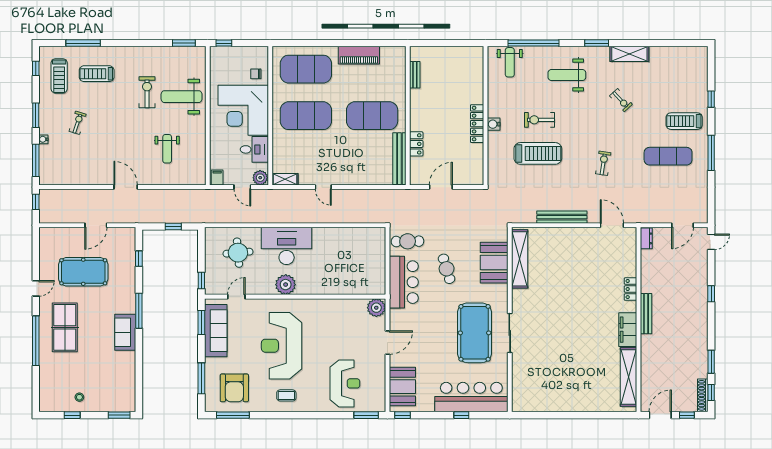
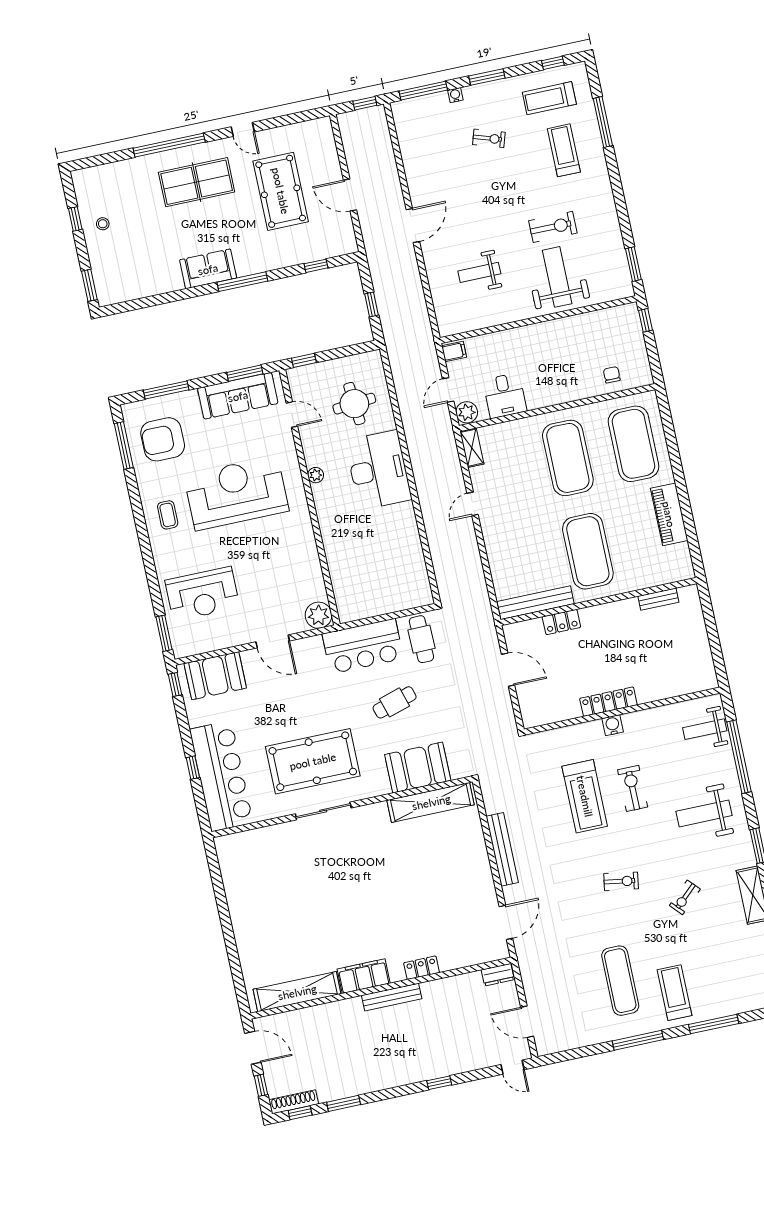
weight bench: (567, 75) -> (704, 813), turned -90
window: (711, 99) -> (714, 1024), width x2.17
corner desk: (243, 110) -> (556, 368), removed
exercise bike: (603, 163) -> (621, 881), moved
plant: (286, 285) -> (316, 475), width x0.53, depth x0.53

